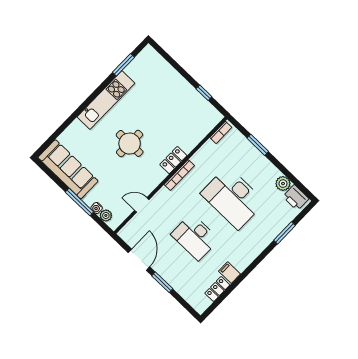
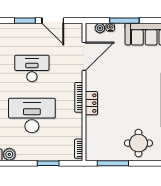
window: (204, 93) -> (113, 163), width x2.17
round table: (130, 143) -> (138, 143), moved
door: (142, 205) -> (84, 56), width x1.87

